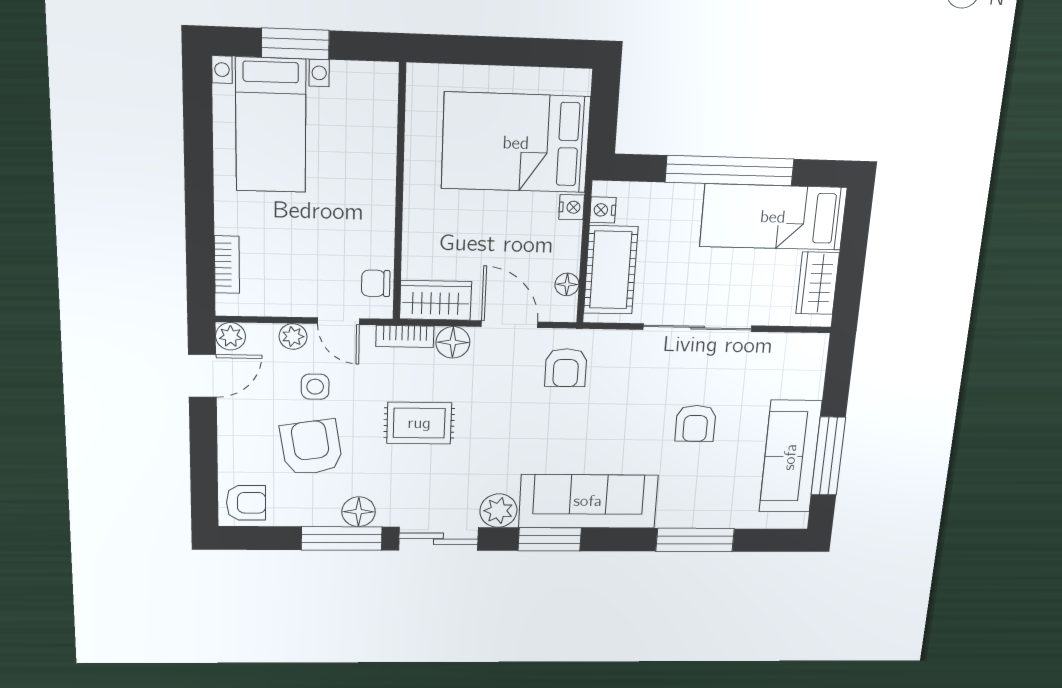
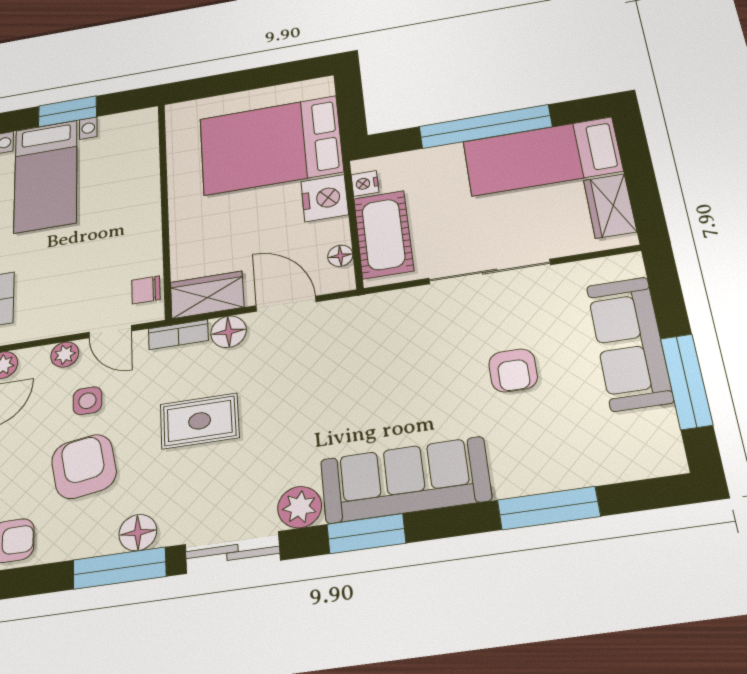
nightstand: (572, 207) -> (325, 198), width x1.89, depth x1.79
armchair: (566, 368) -> (353, 336), removed
sofa: (790, 457) -> (629, 343), moved

